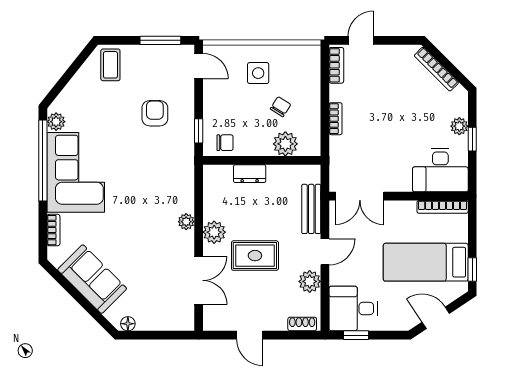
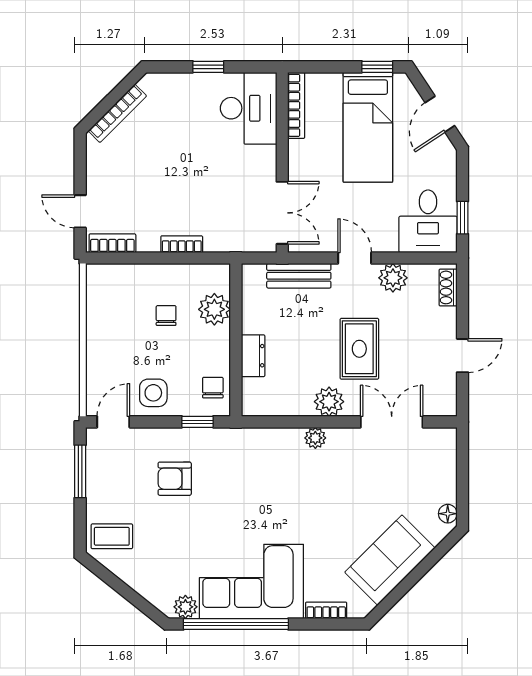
side table: (258, 73) -> (153, 393), moved
chair: (281, 107) -> (166, 316), turned 58
plant: (459, 126) -> (191, 84), removed

